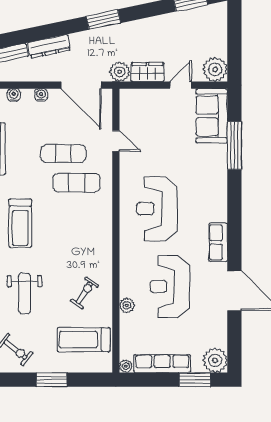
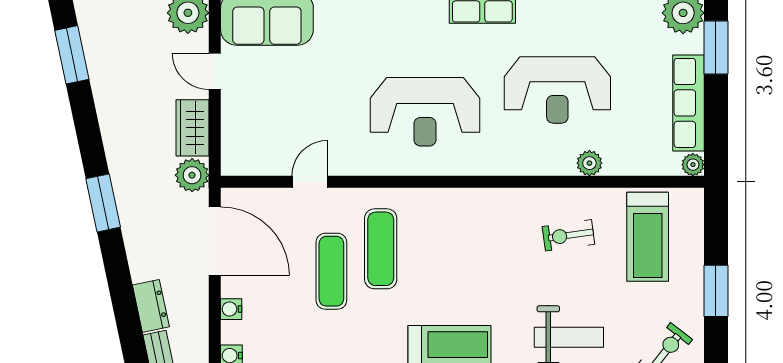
dresser: (49, 46) -> (151, 306), width x0.70
door: (81, 85) -> (215, 241), hinge flipped
exercise bike: (84, 293) -> (568, 235), turned -42

